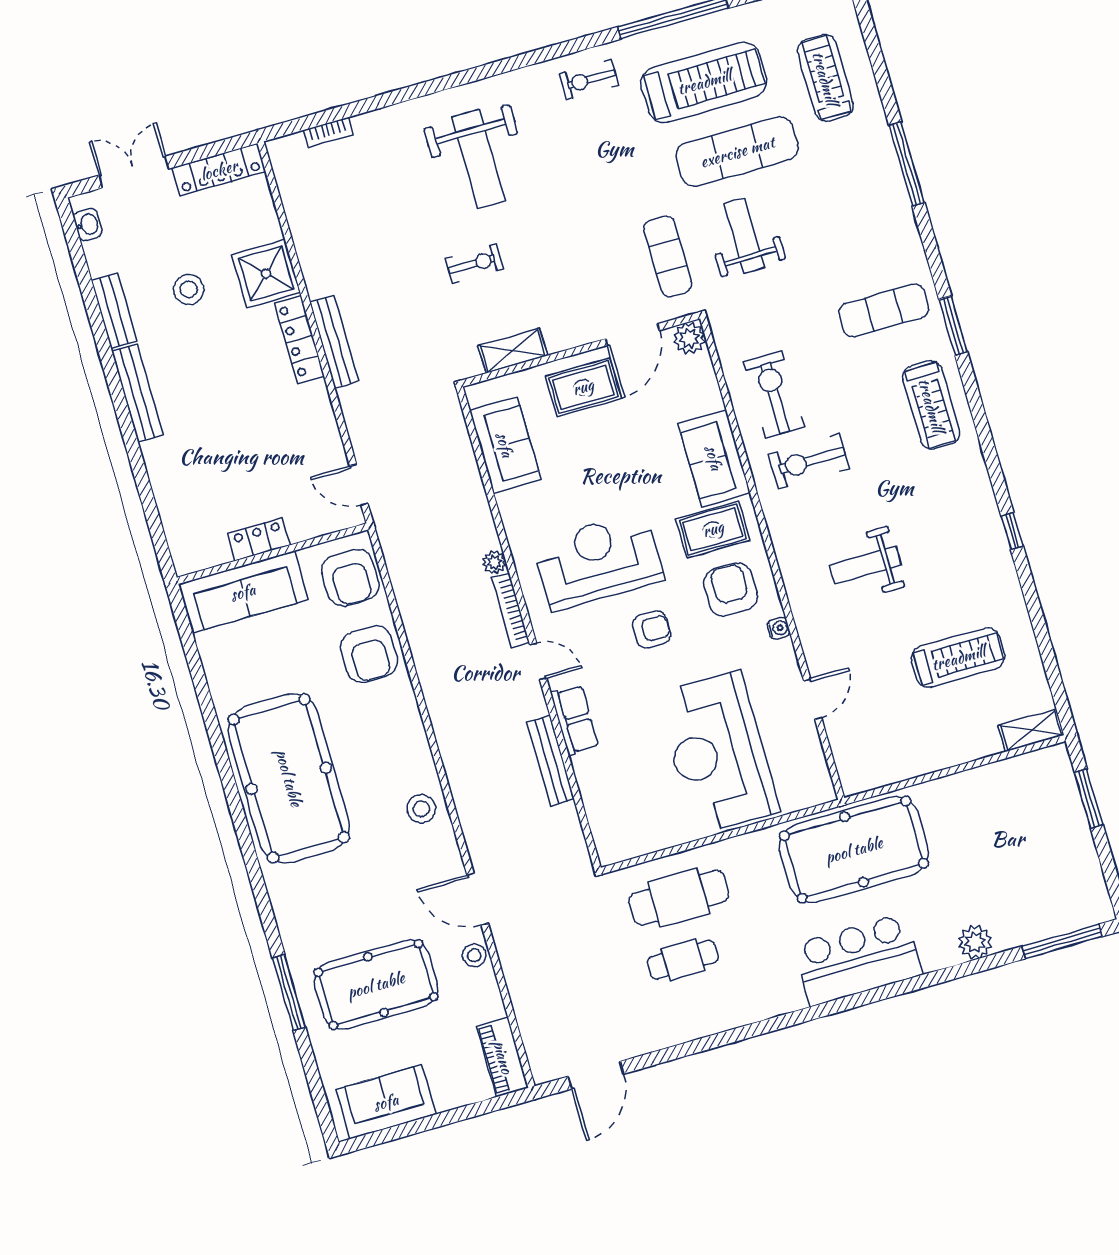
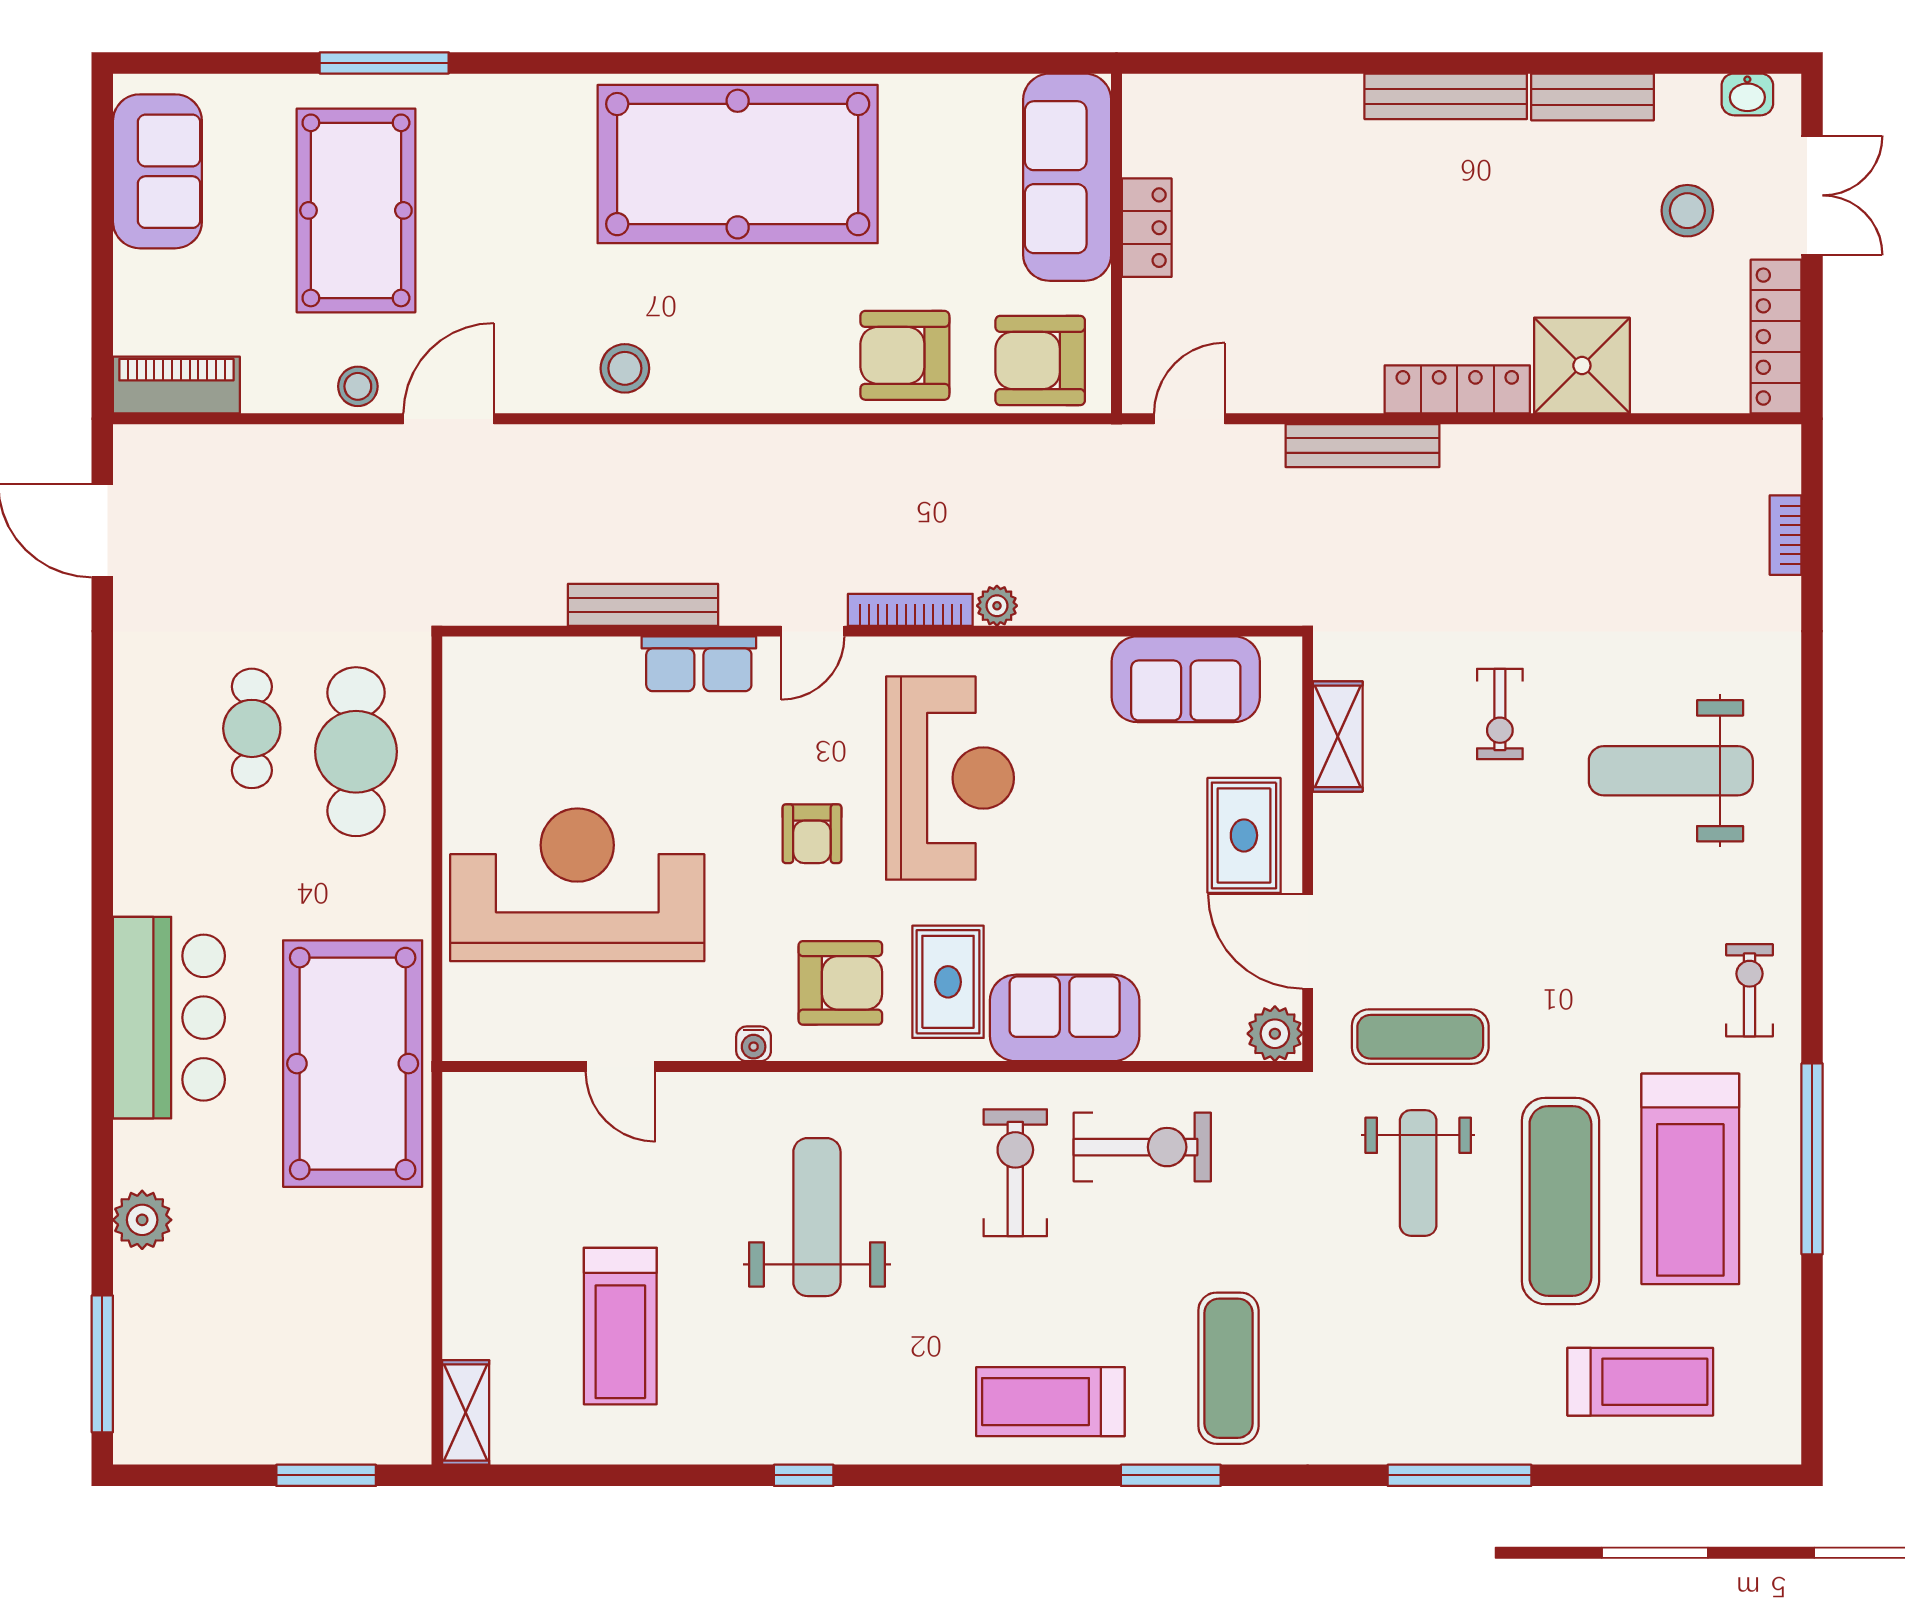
weight bench: (744, 236) -> (1418, 1173), turned 90
stool: (189, 289) -> (1687, 211), moved
bench: (334, 342) -> (1363, 446), moved
weight bench: (865, 565) -> (817, 1217), width x1.36, depth x1.33

